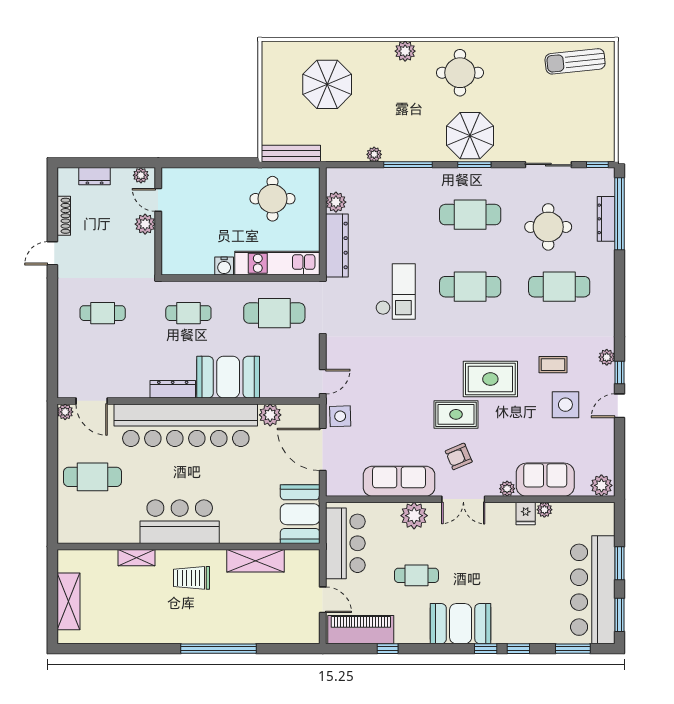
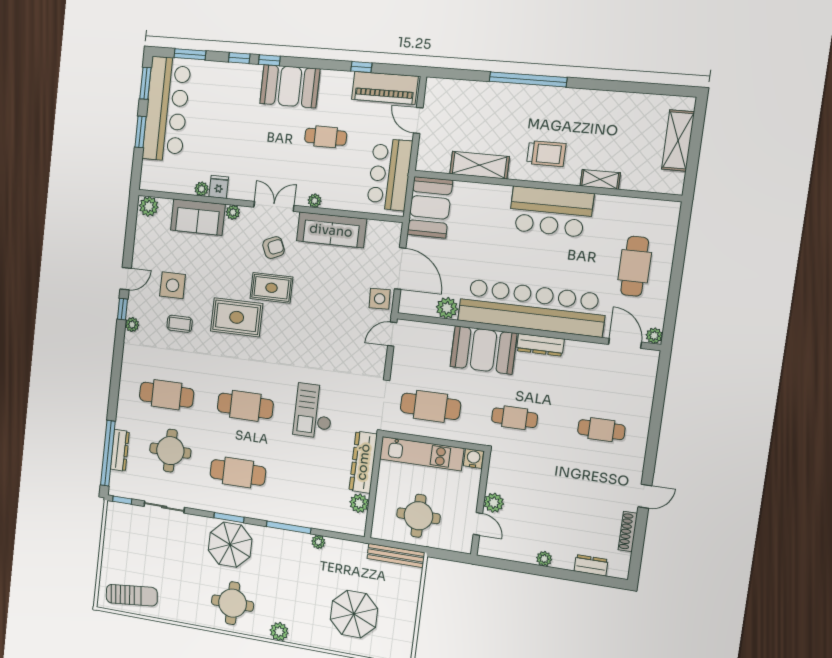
door: (158, 200) -> (478, 524), moved
wall: (158, 221) -> (481, 503), moved
plant: (145, 224) -> (494, 503), moved
cafe table: (93, 477) -> (635, 266), turned 90
plant: (414, 516) -> (315, 201), width x0.53, depth x0.53

